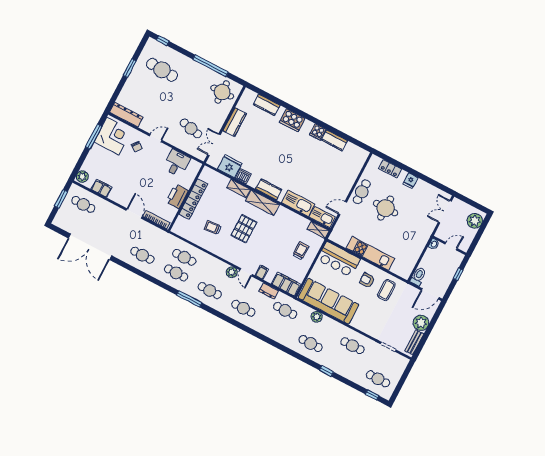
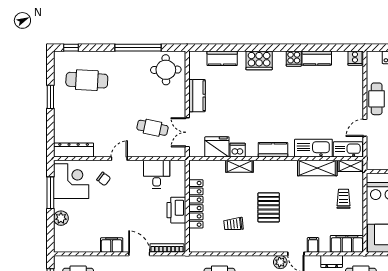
cooker: (362, 155) -> (355, 58), added
plant: (82, 177) -> (61, 218), moved
filing cabinet: (102, 188) -> (112, 245), moved
shelving: (262, 203) -> (317, 168), moved

